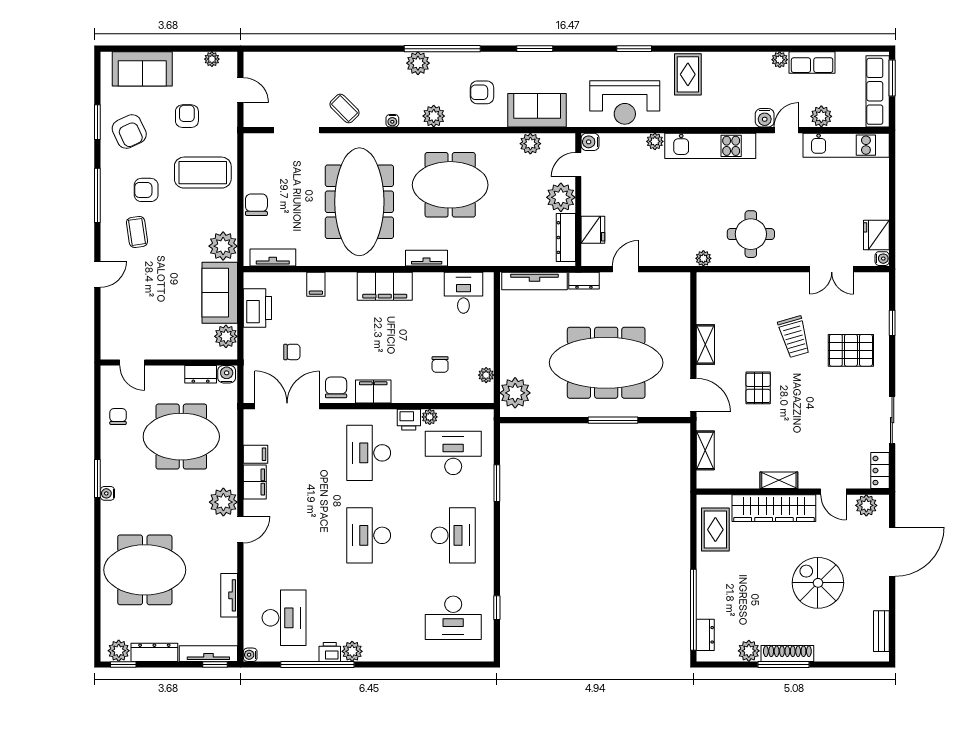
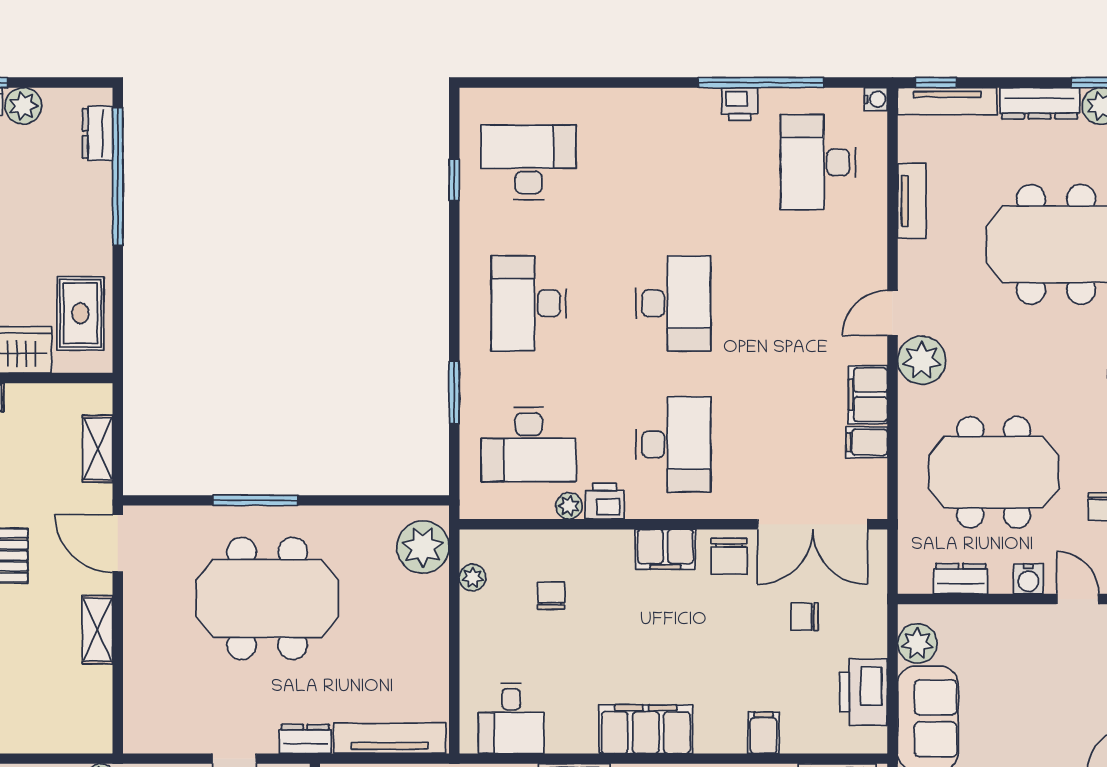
meeting table: (606, 363) -> (267, 598), width x0.73
water cooler: (227, 374) -> (1028, 579), moved
plant: (352, 651) -> (701, 105), removed

